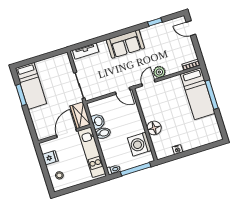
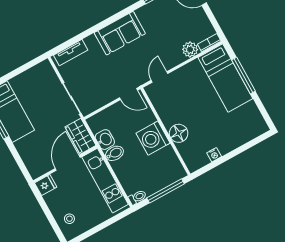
plant: (159, 72) -> (190, 49), moved
washing machine: (139, 144) -> (153, 138), moved
fridge: (50, 158) -> (46, 185), moved

